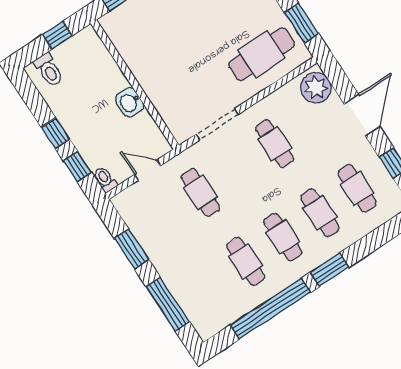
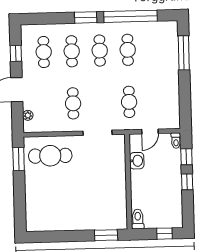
window: (57, 35) -> (165, 234), moved
toilet: (48, 70) -> (138, 219), moved
plant: (316, 88) -> (28, 115), width x0.53, depth x0.53
washbasin: (130, 102) -> (137, 161), moved
door: (148, 170) -> (150, 131), hinge flipped
window: (131, 249) -> (185, 95), removed

